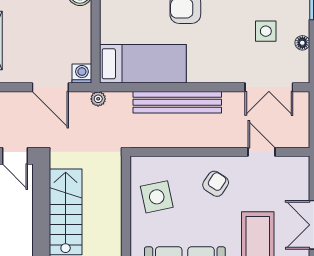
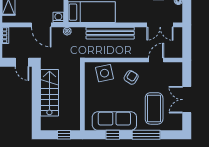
door: (262, 152) -> (156, 60), hinge flipped
side table: (157, 197) -> (104, 73), moved

